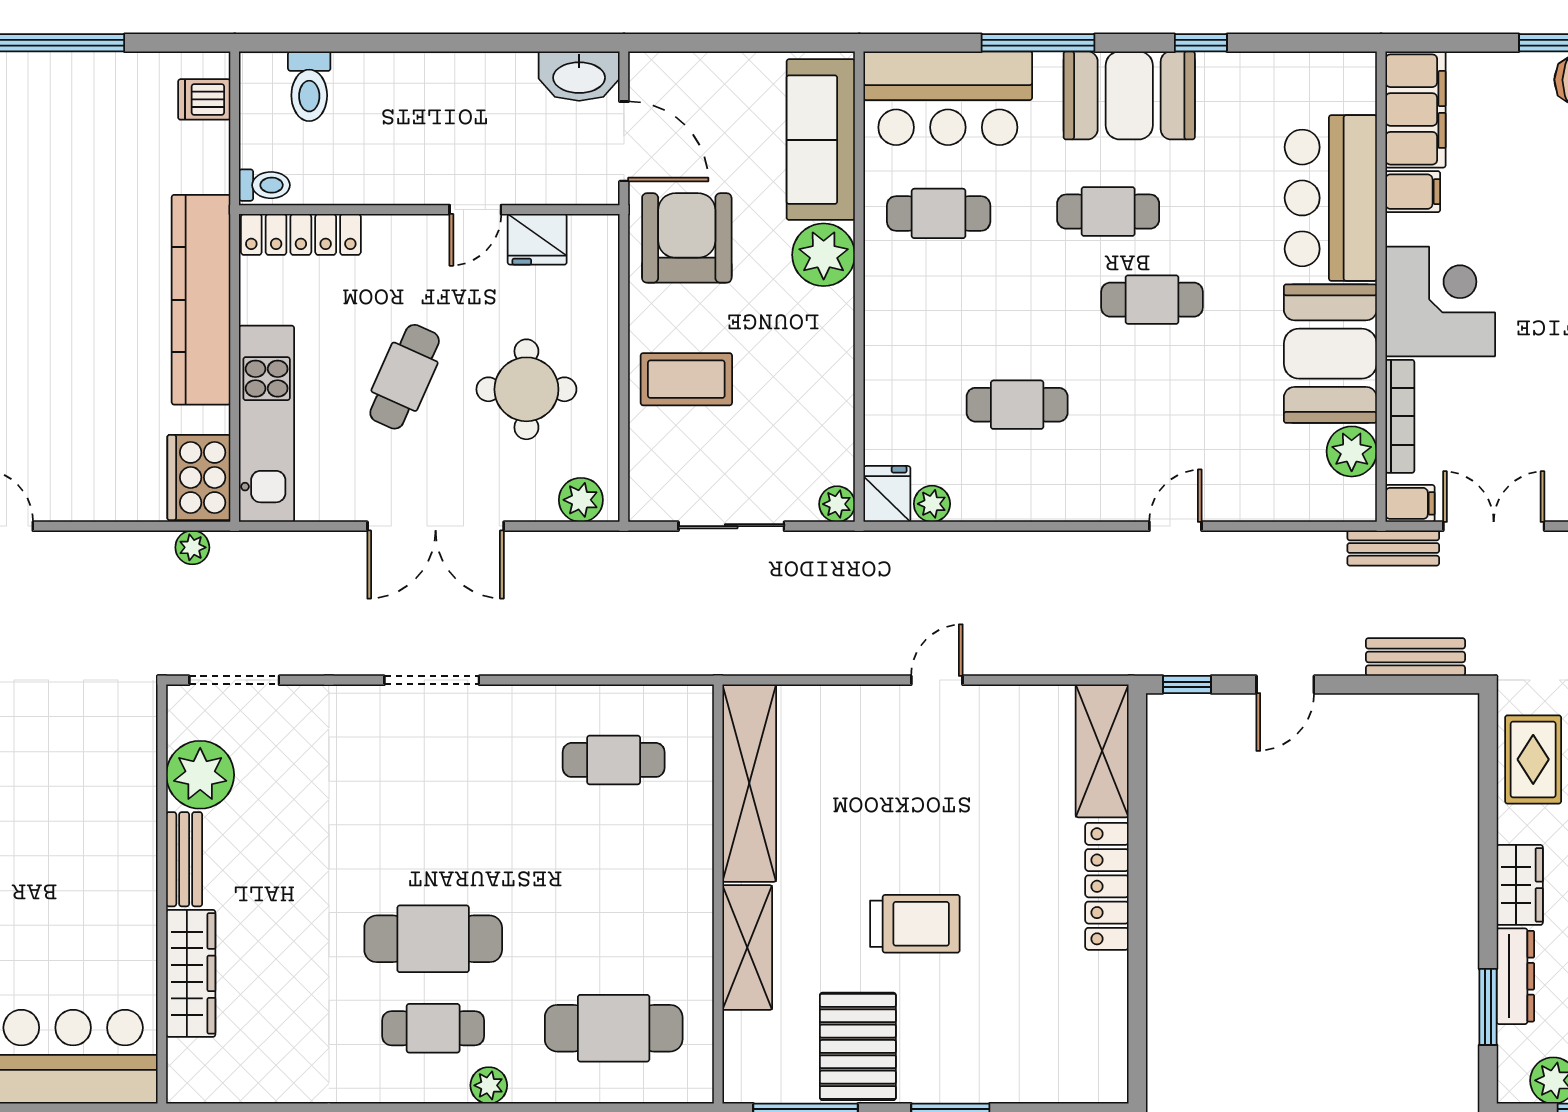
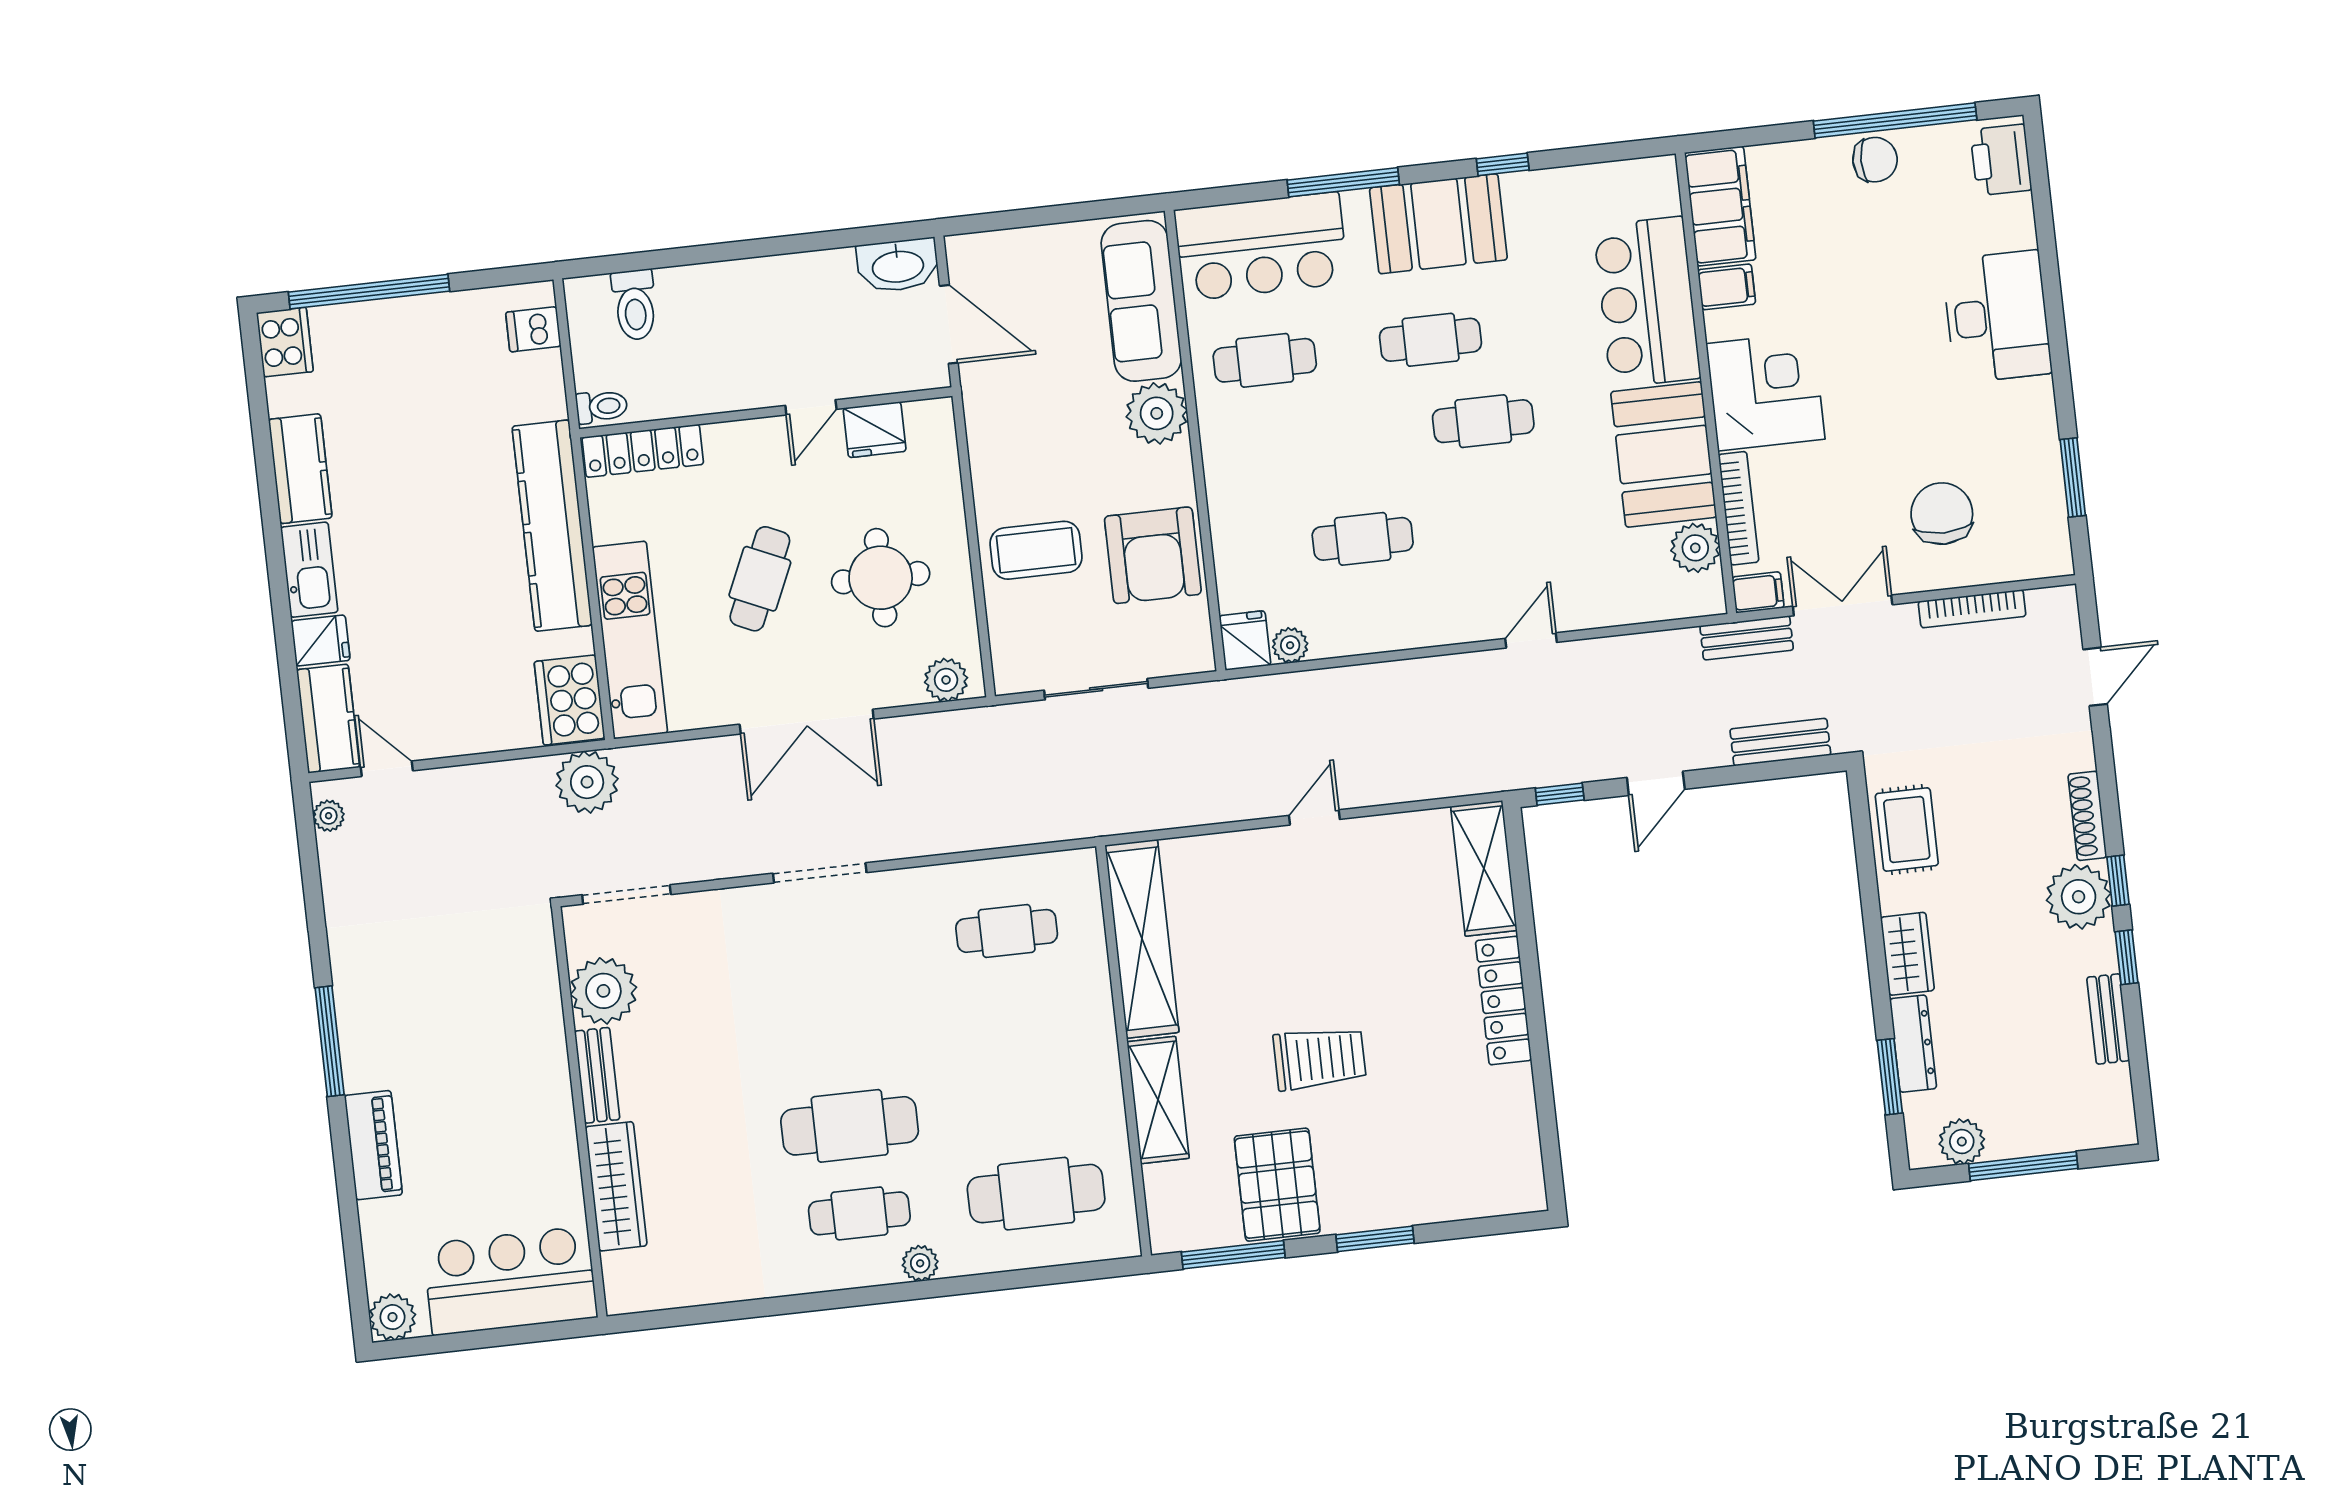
armchair: (687, 238) -> (1153, 555), moved, turned 180
plant: (837, 504) -> (1197, 656), removed
plant: (192, 547) -> (587, 782), width x1.87, depth x1.87

